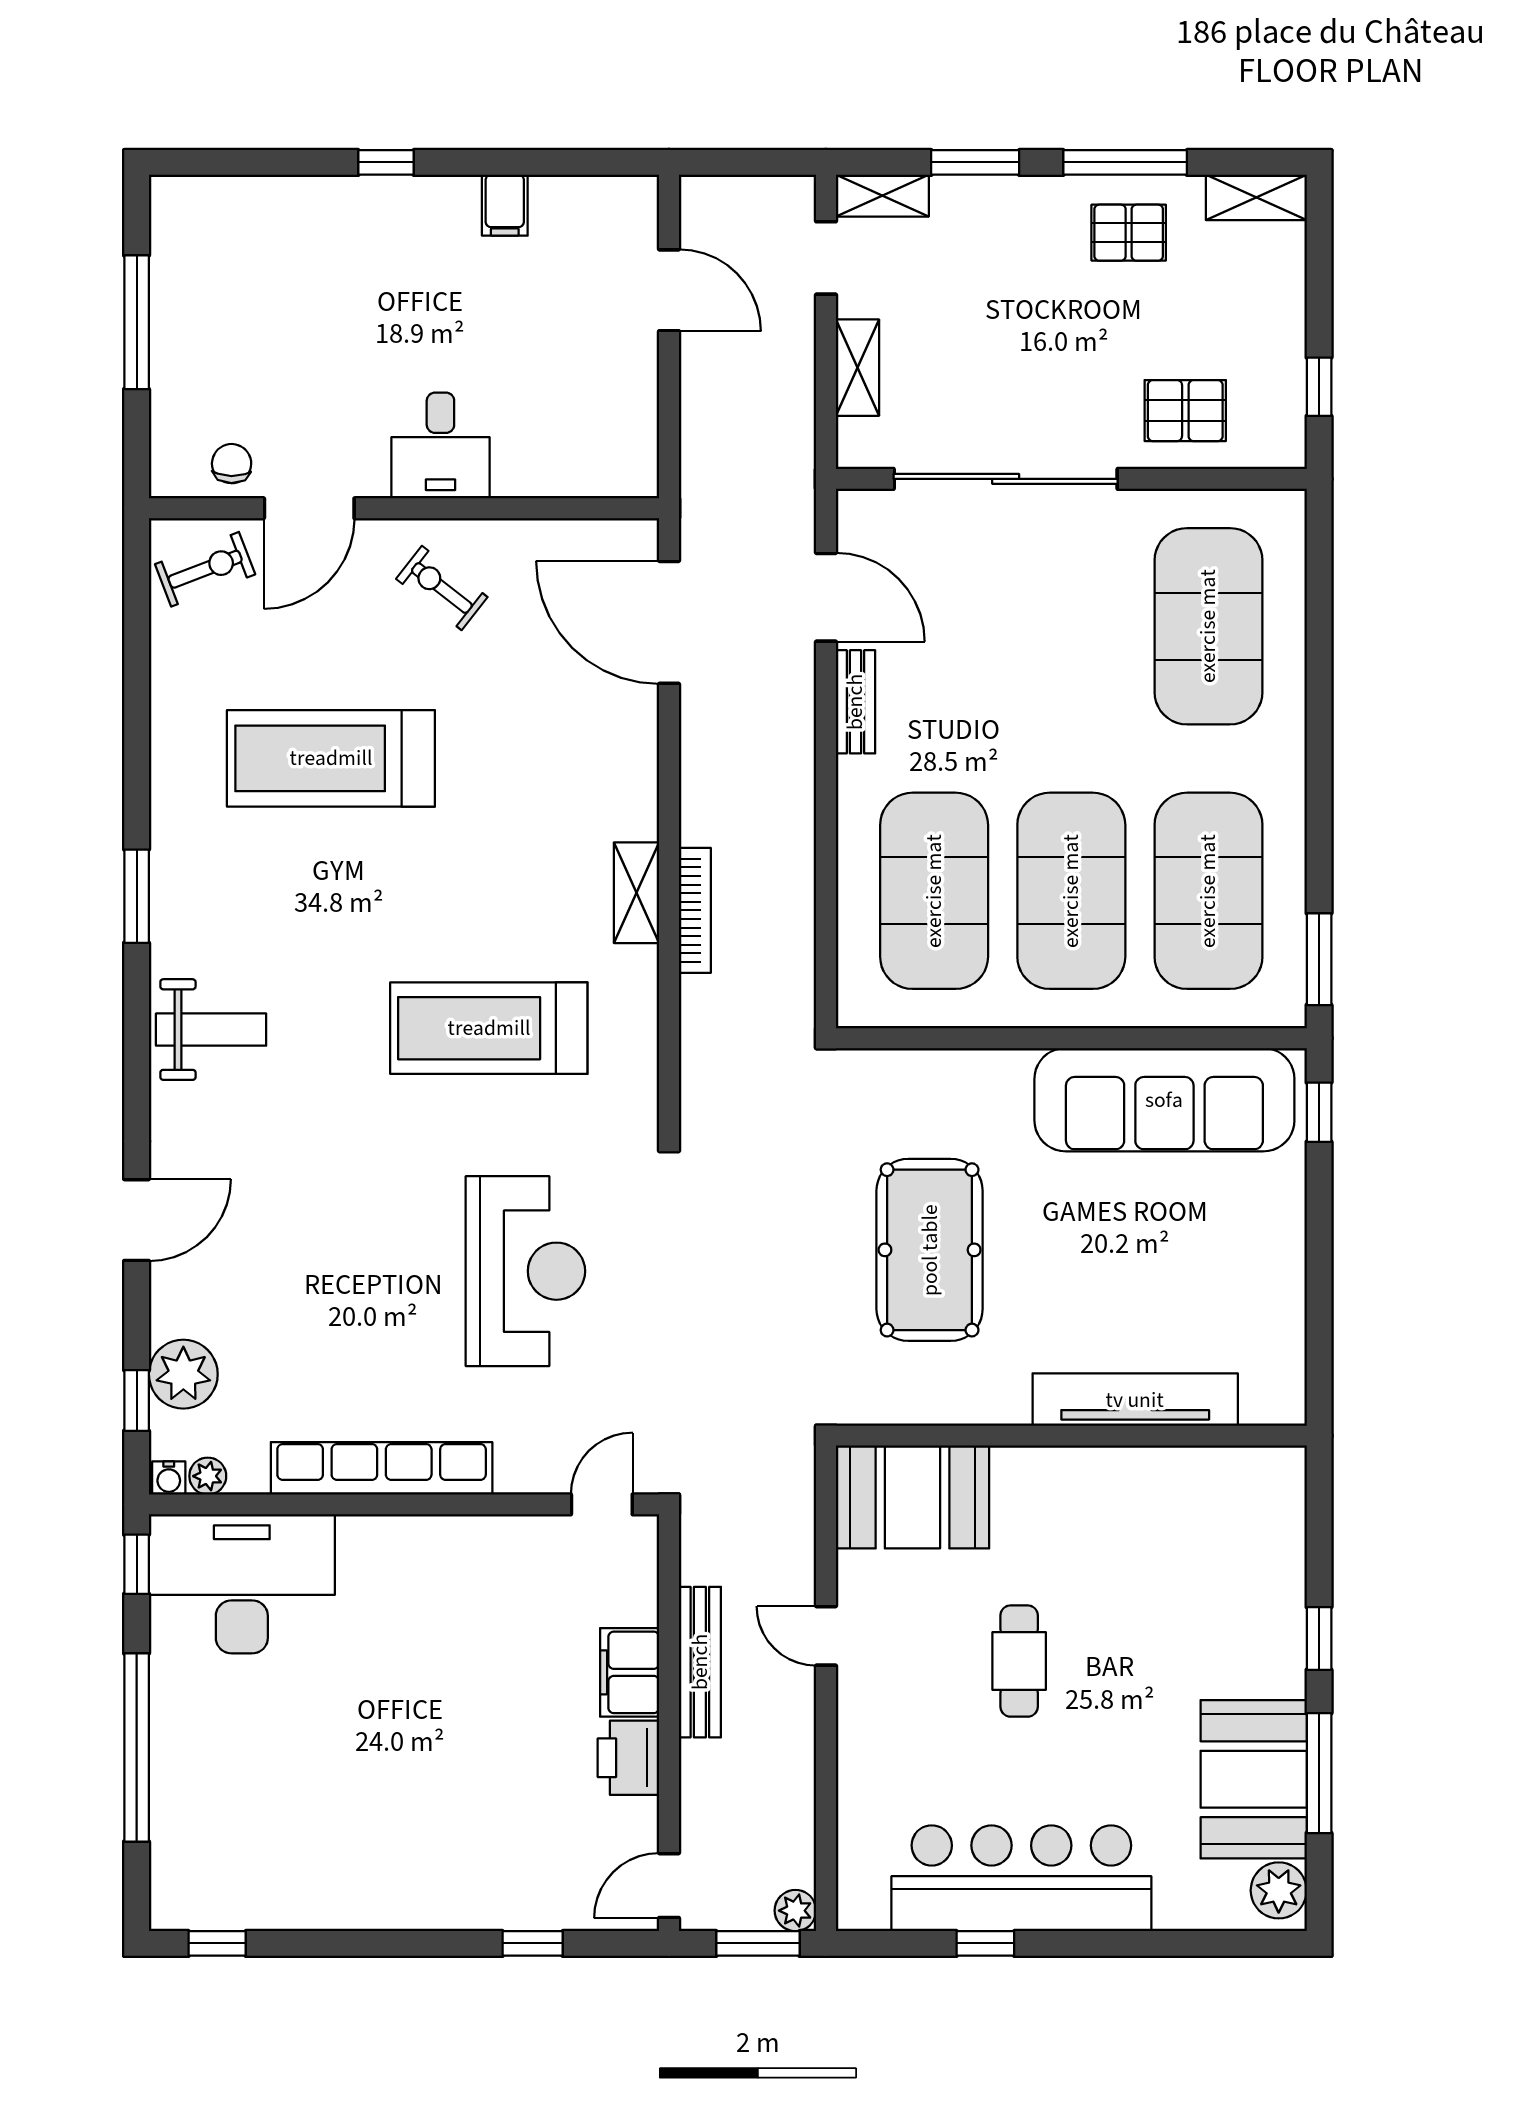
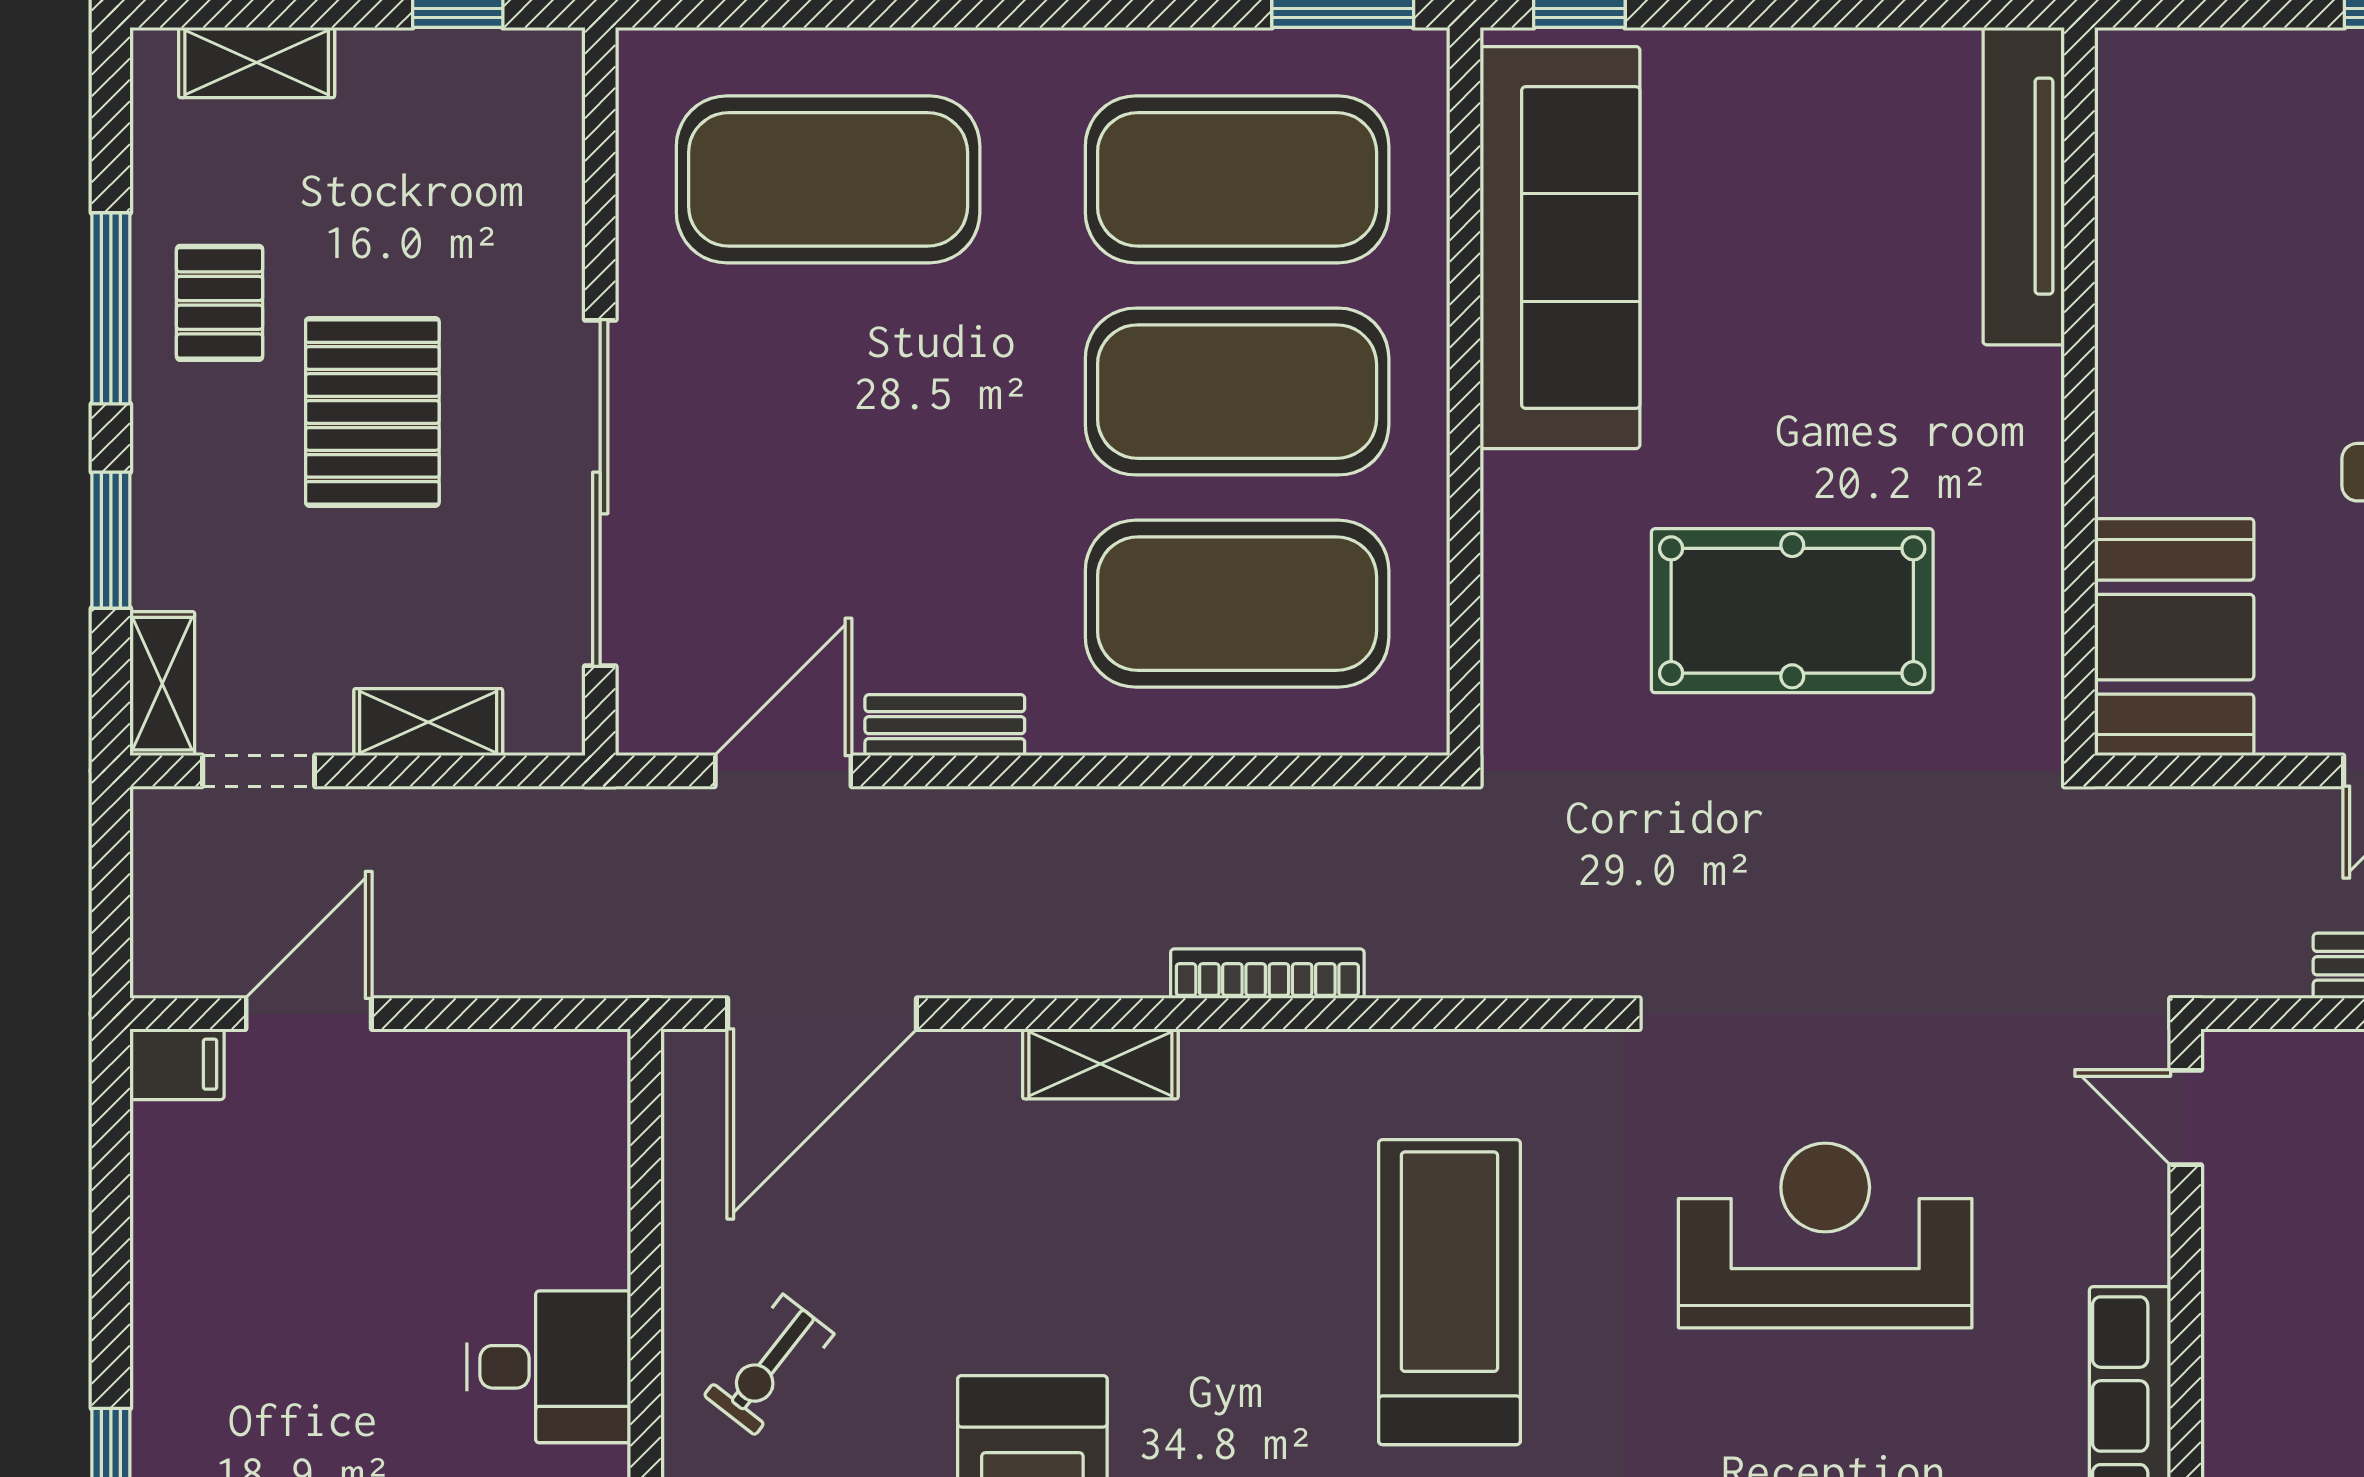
shelving: (1256, 197) -> (257, 63), moved, turned 90
filing cabinet: (505, 205) -> (177, 1064), moved
pallet: (1185, 411) -> (372, 412), moved, width x1.50, depth x1.42
shelving: (636, 893) -> (1100, 1064), moved
treadmill: (489, 1028) -> (1449, 1292), turned 180
tv unit: (1135, 1400) -> (2024, 186), moved

